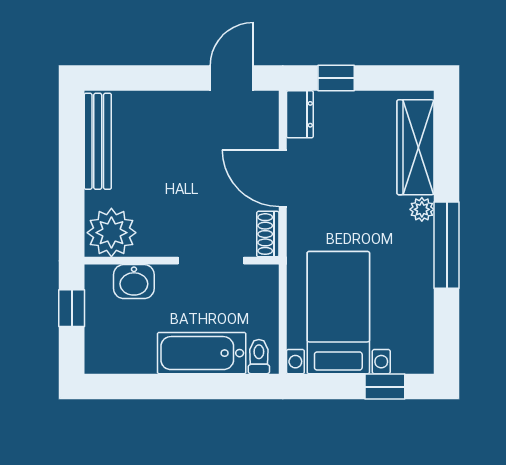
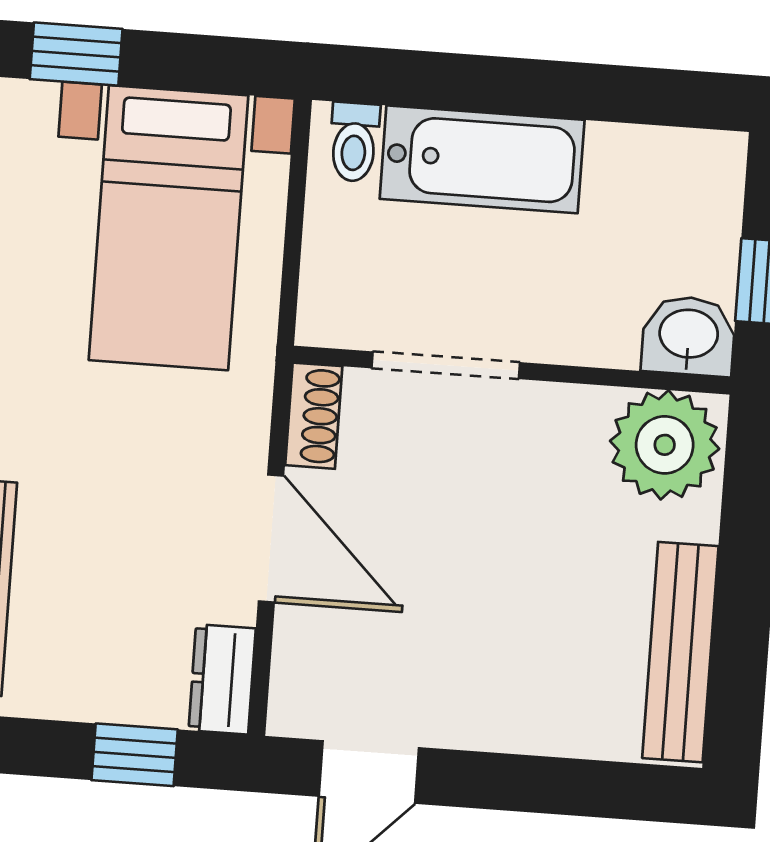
washbasin: (134, 282) -> (688, 336), moved

